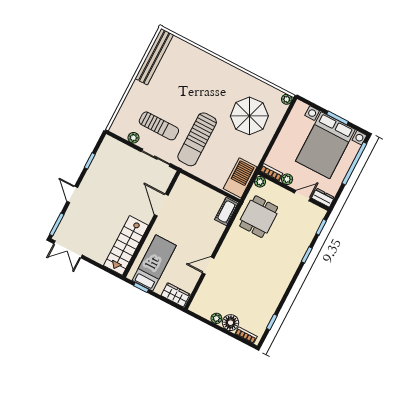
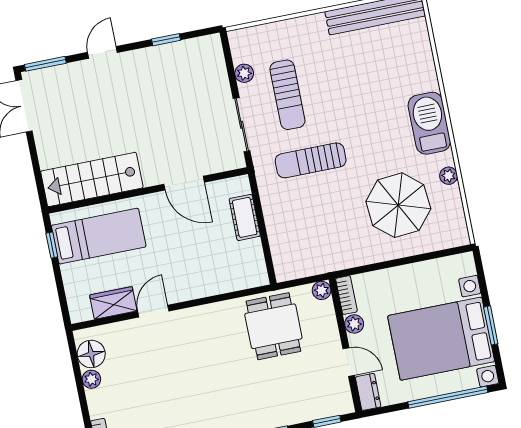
plant: (287, 99) -> (449, 176), moved
sun lounger: (197, 139) -> (311, 160), width x0.73, depth x0.75
barbecue: (240, 178) -> (429, 123), moved, turned -90
door: (161, 205) -> (184, 183), swing flipped
cot: (226, 212) -> (245, 217), moved, turned 90
dining table: (259, 217) -> (273, 326), turned 90
door: (208, 266) -> (153, 311), hinge flipped
wardrobe: (175, 295) -> (113, 303), moved, turned -90
floor lamp: (231, 323) -> (91, 354), moved

